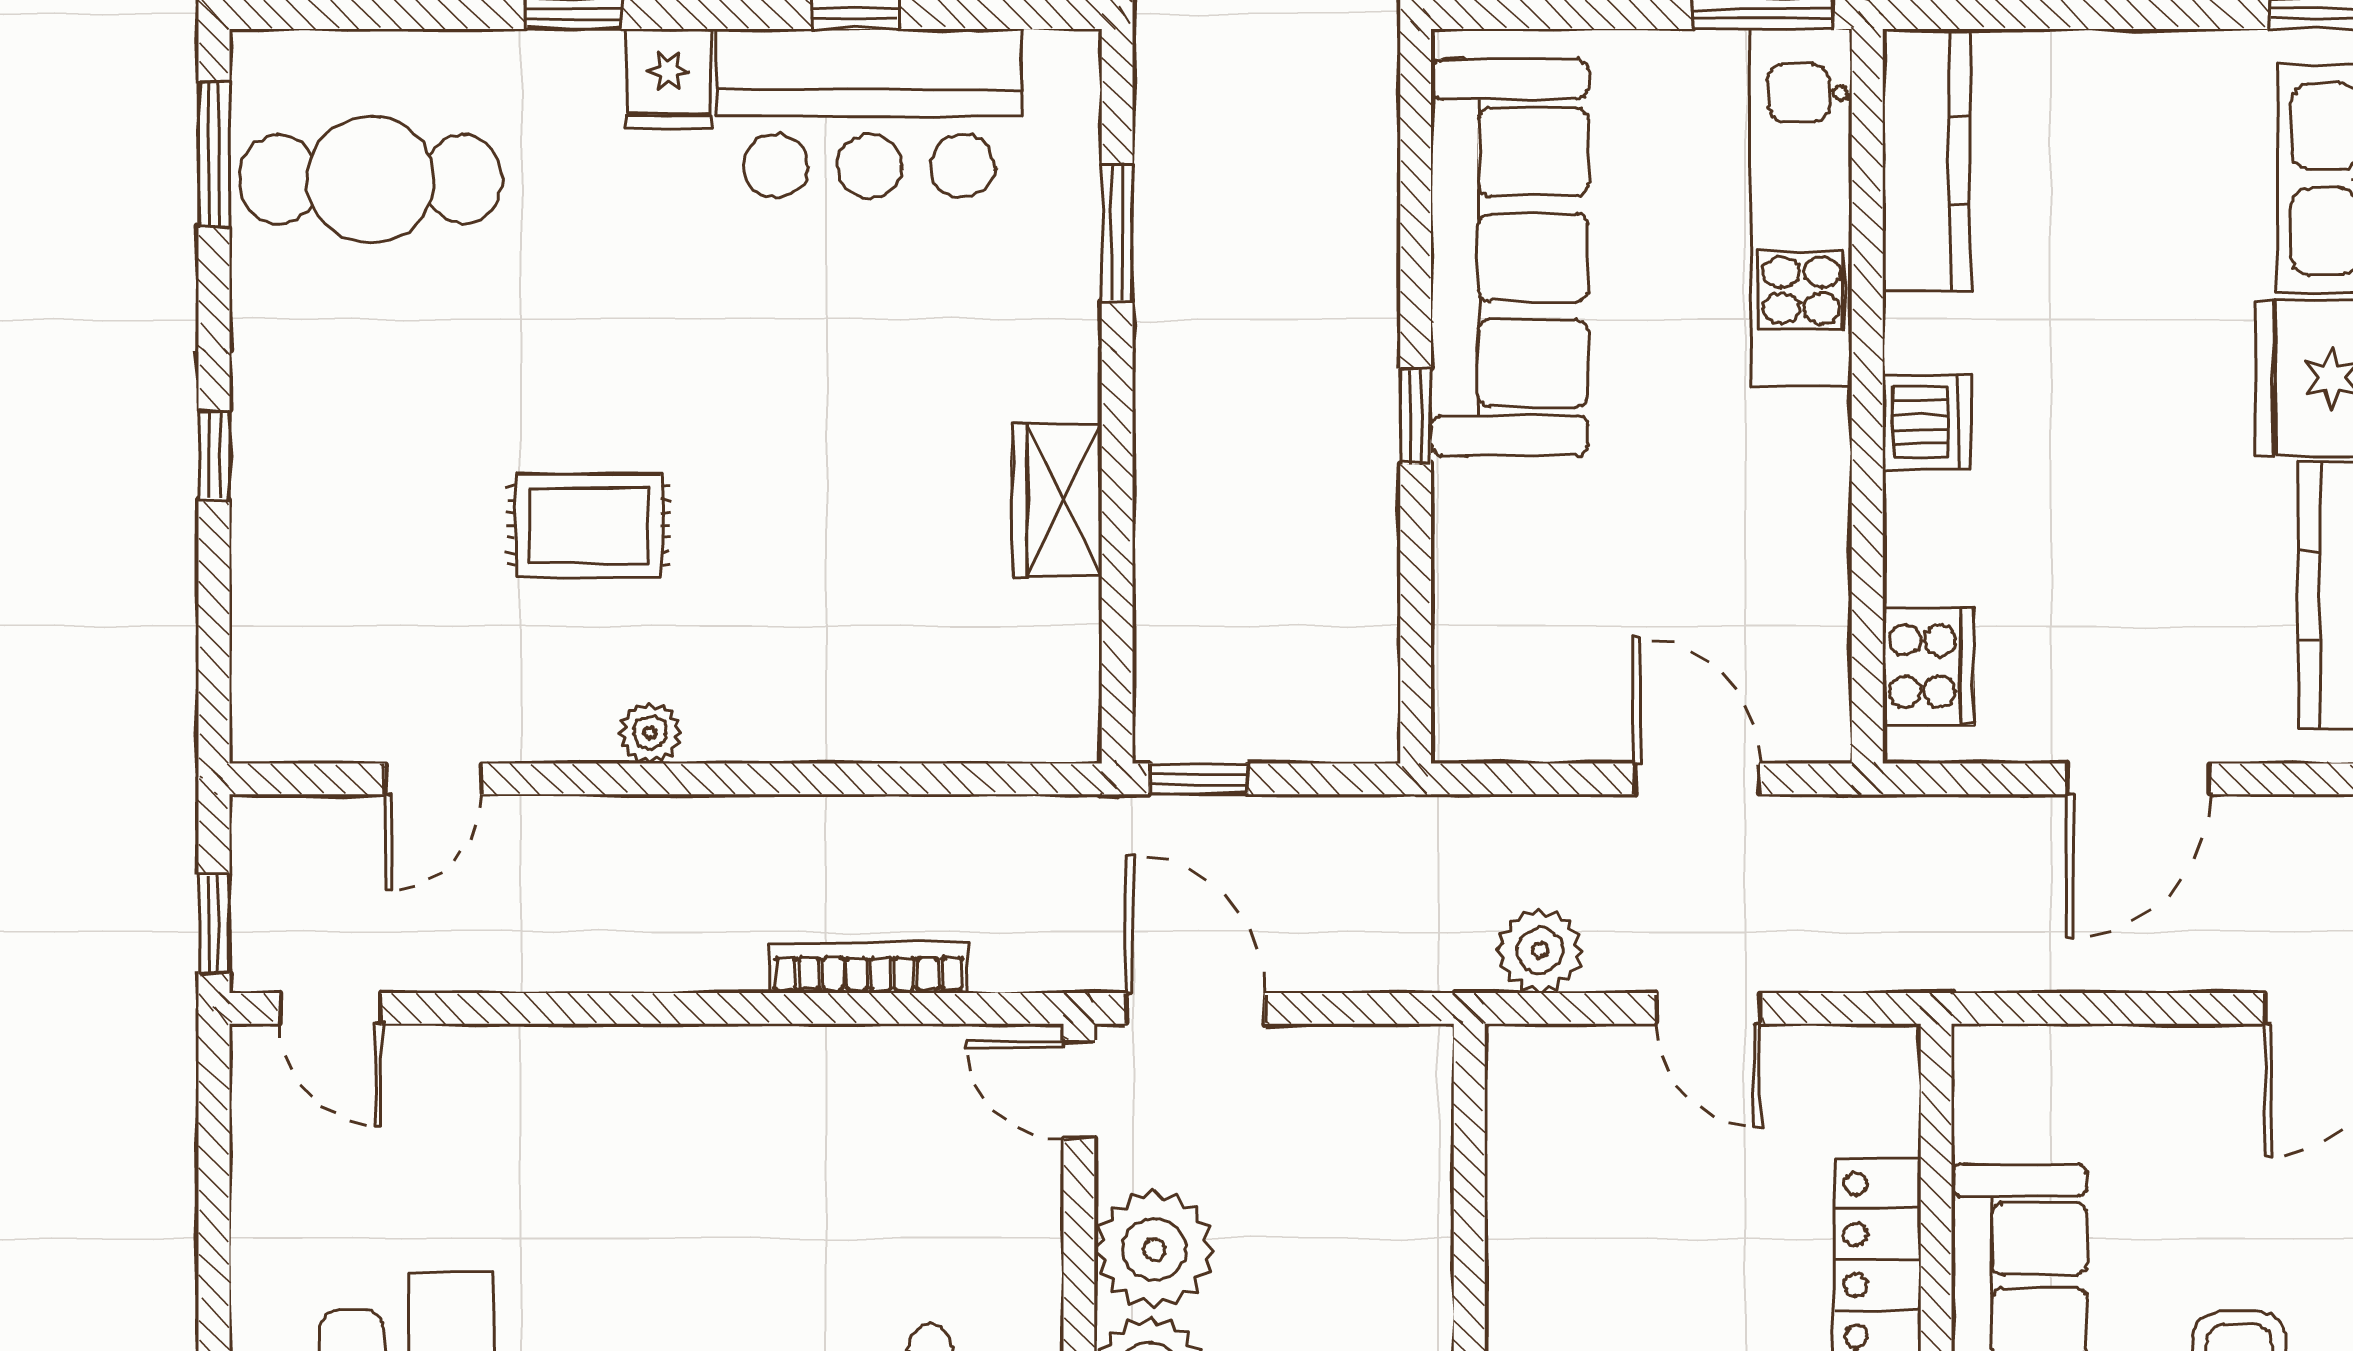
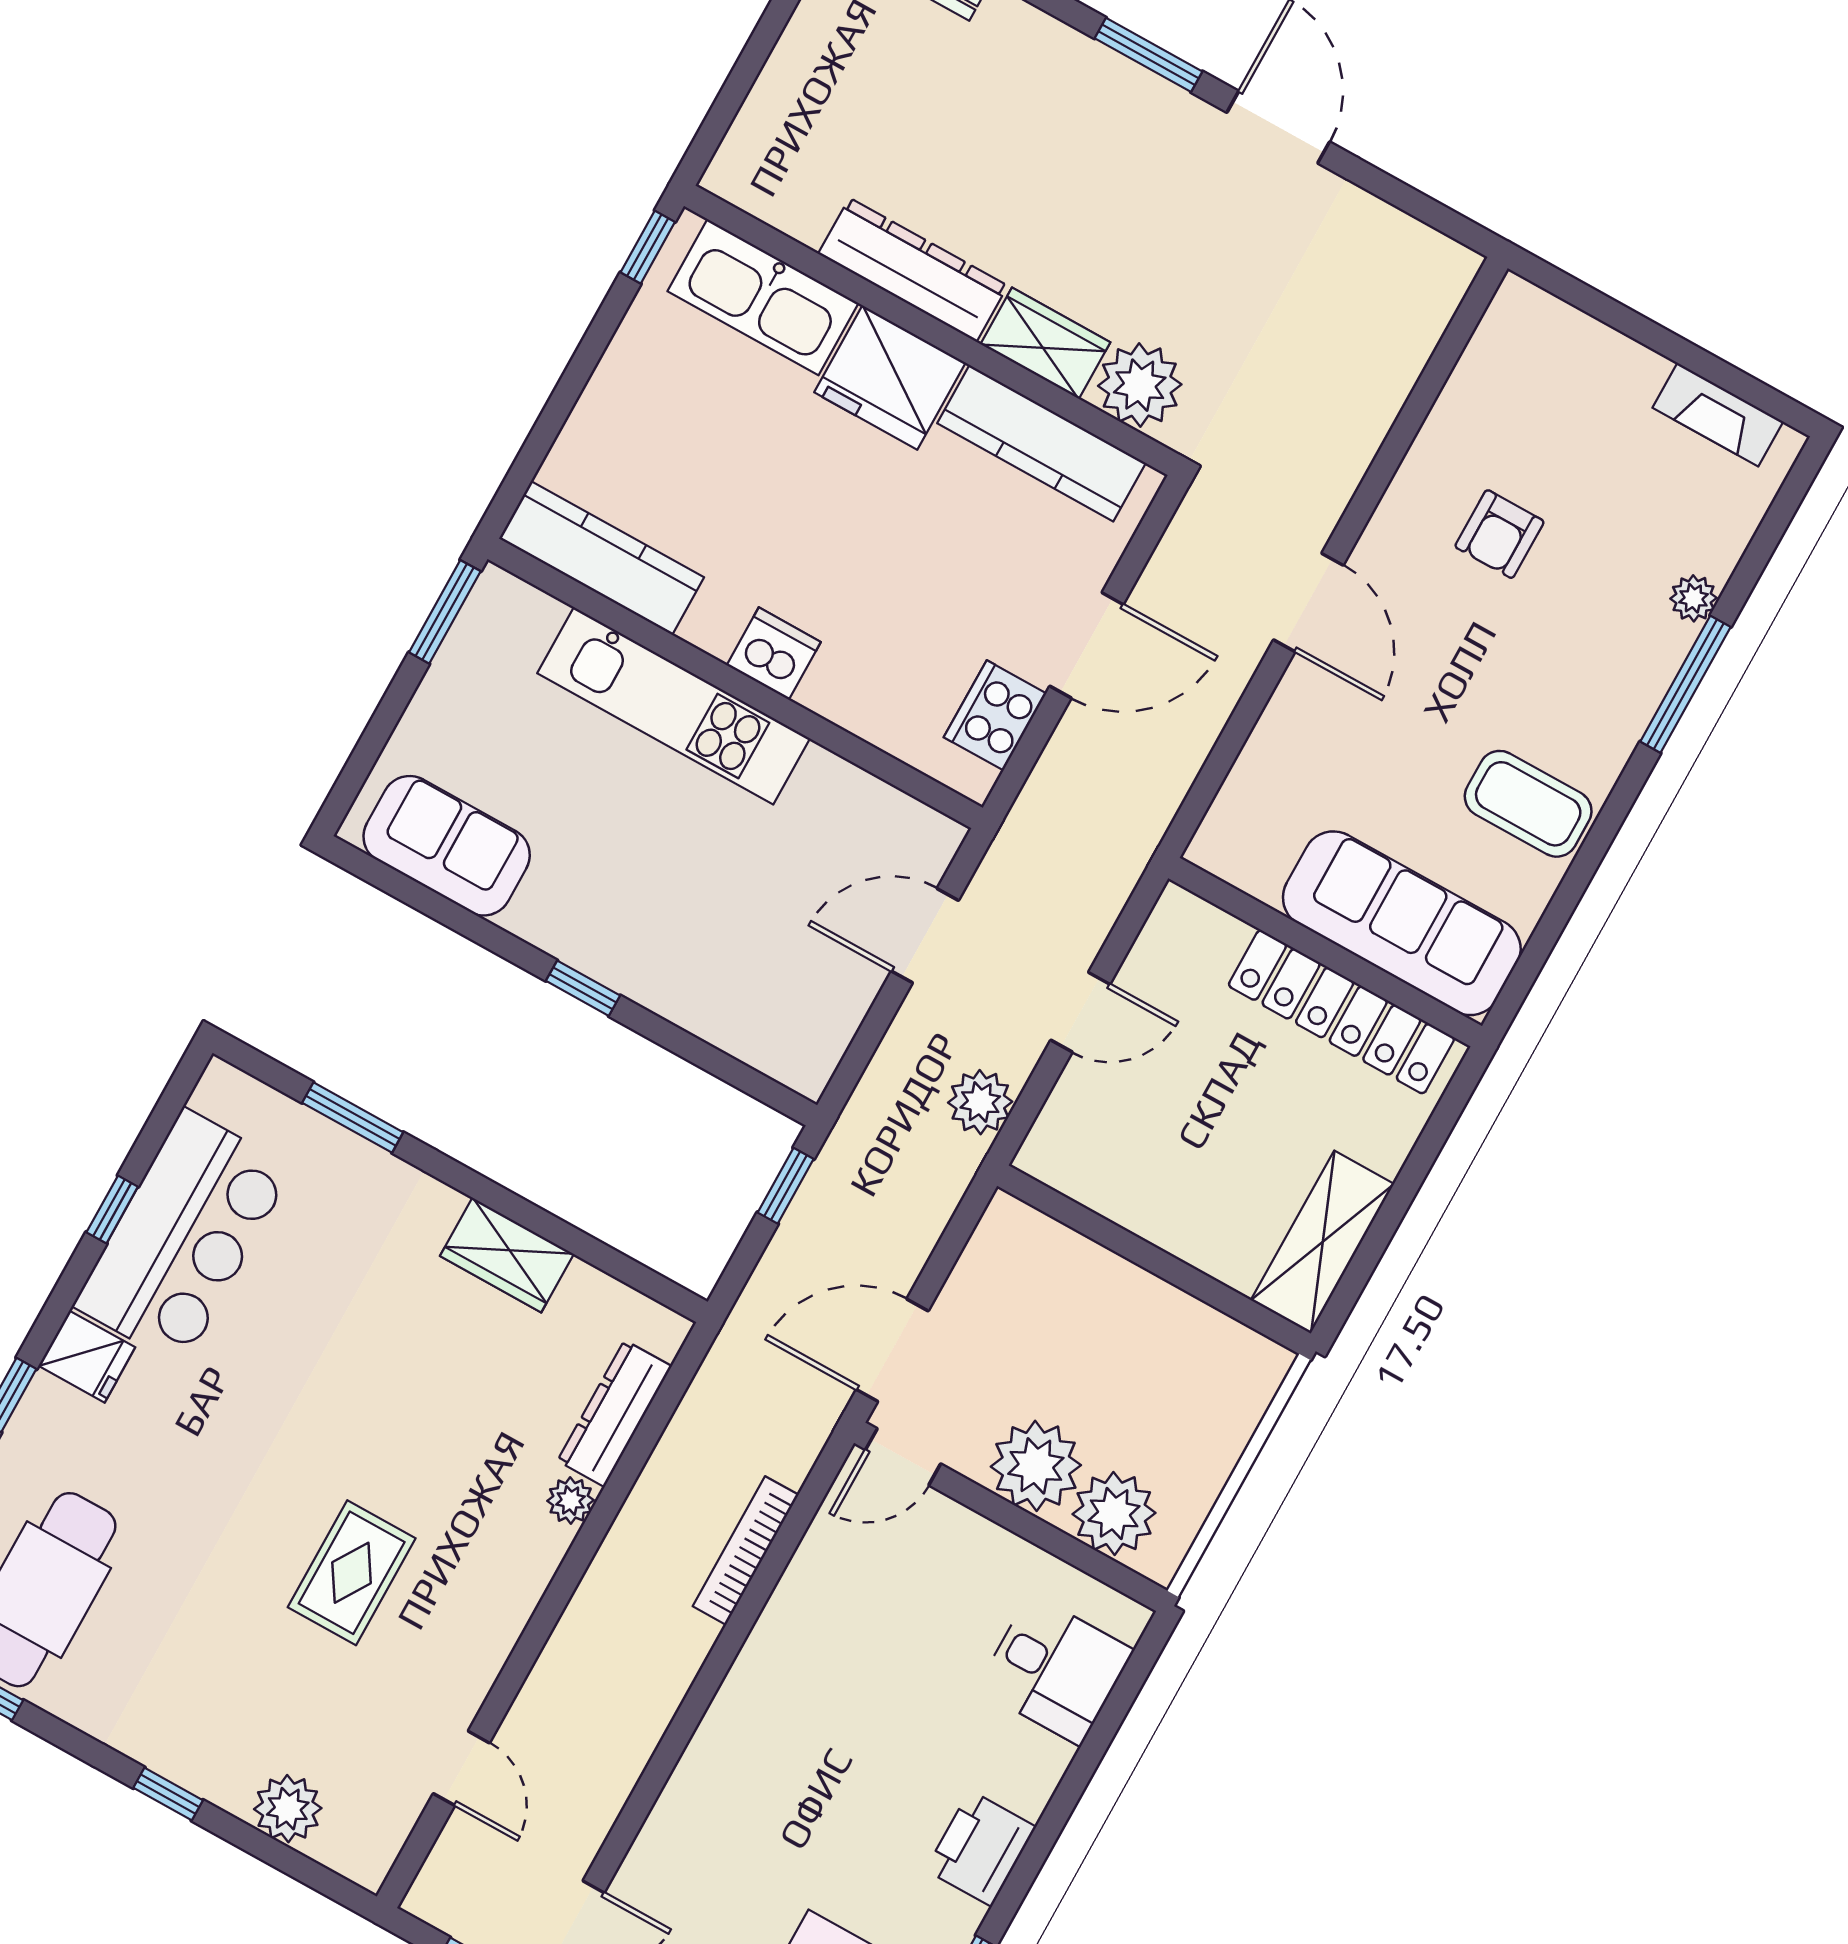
kitchen unit: (1801, 208) -> (674, 706), moved
sofa: (1510, 257) -> (447, 846), width x0.54, depth x0.79
plant: (274, 604) -> (288, 1809), added
cooker: (1928, 666) -> (995, 715), moved, turned -90
dresser: (943, 728) -> (615, 1414), added
plant: (650, 733) -> (571, 1500), moved
window: (1199, 779) -> (786, 1186), moved
door: (2138, 779) -> (1087, 645), hinge flipped

